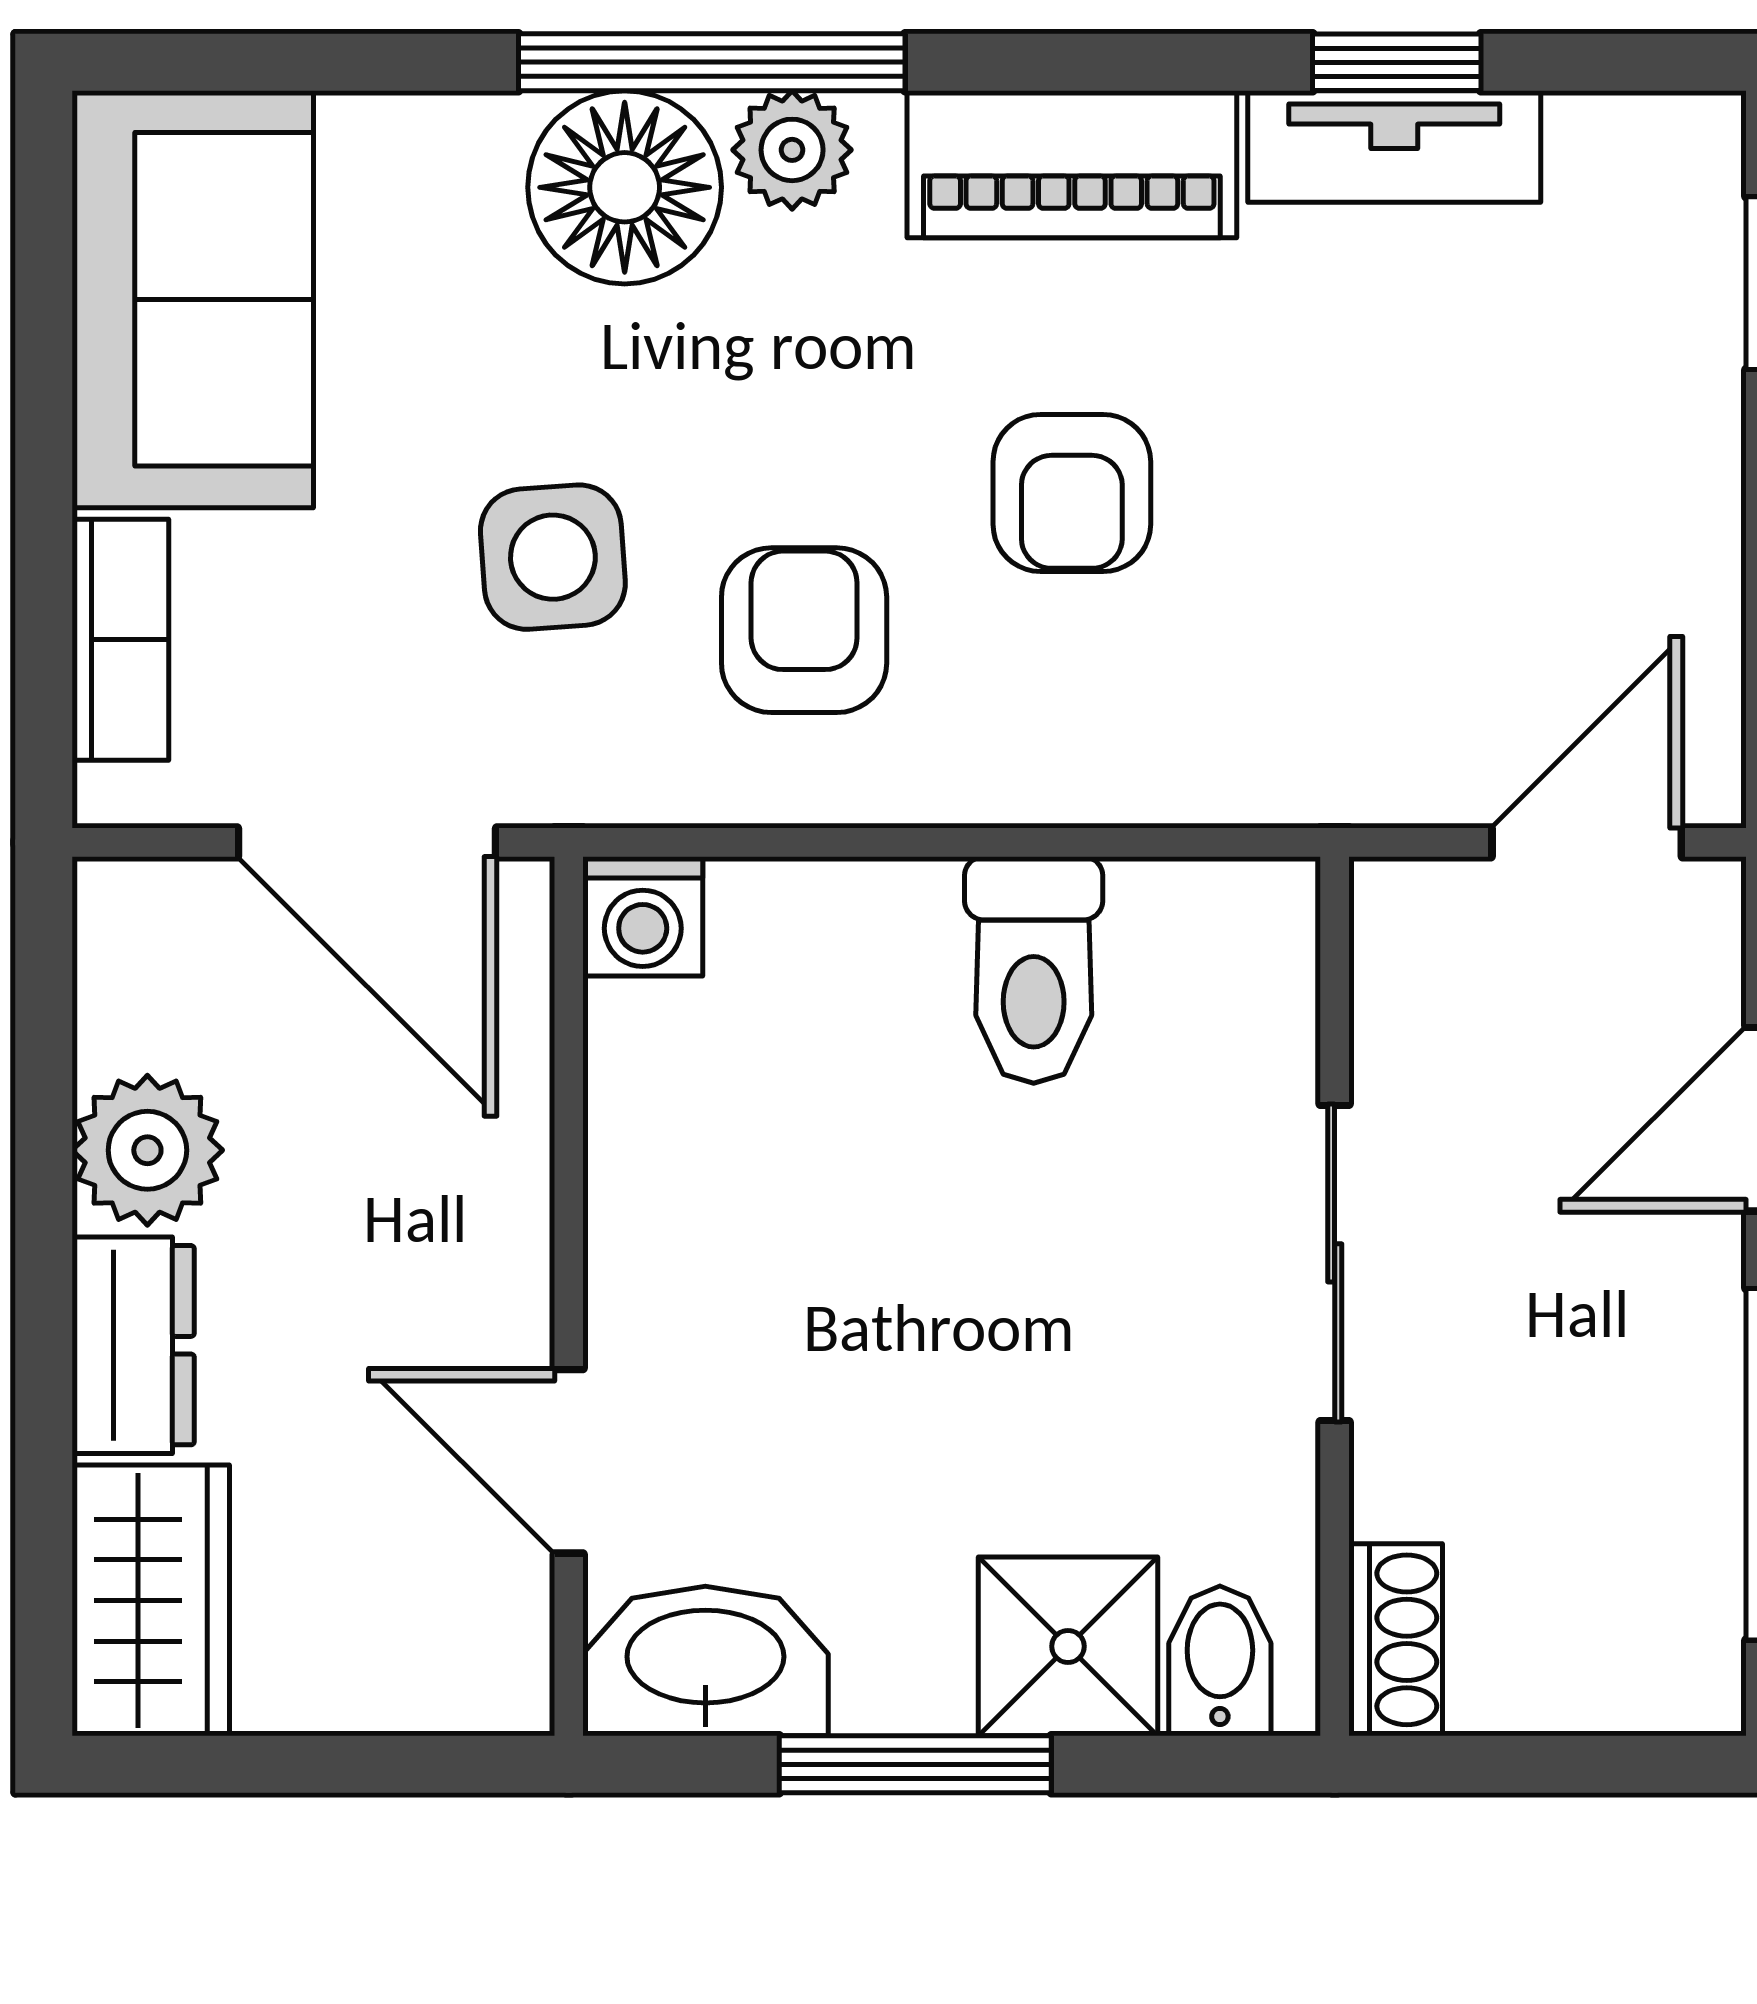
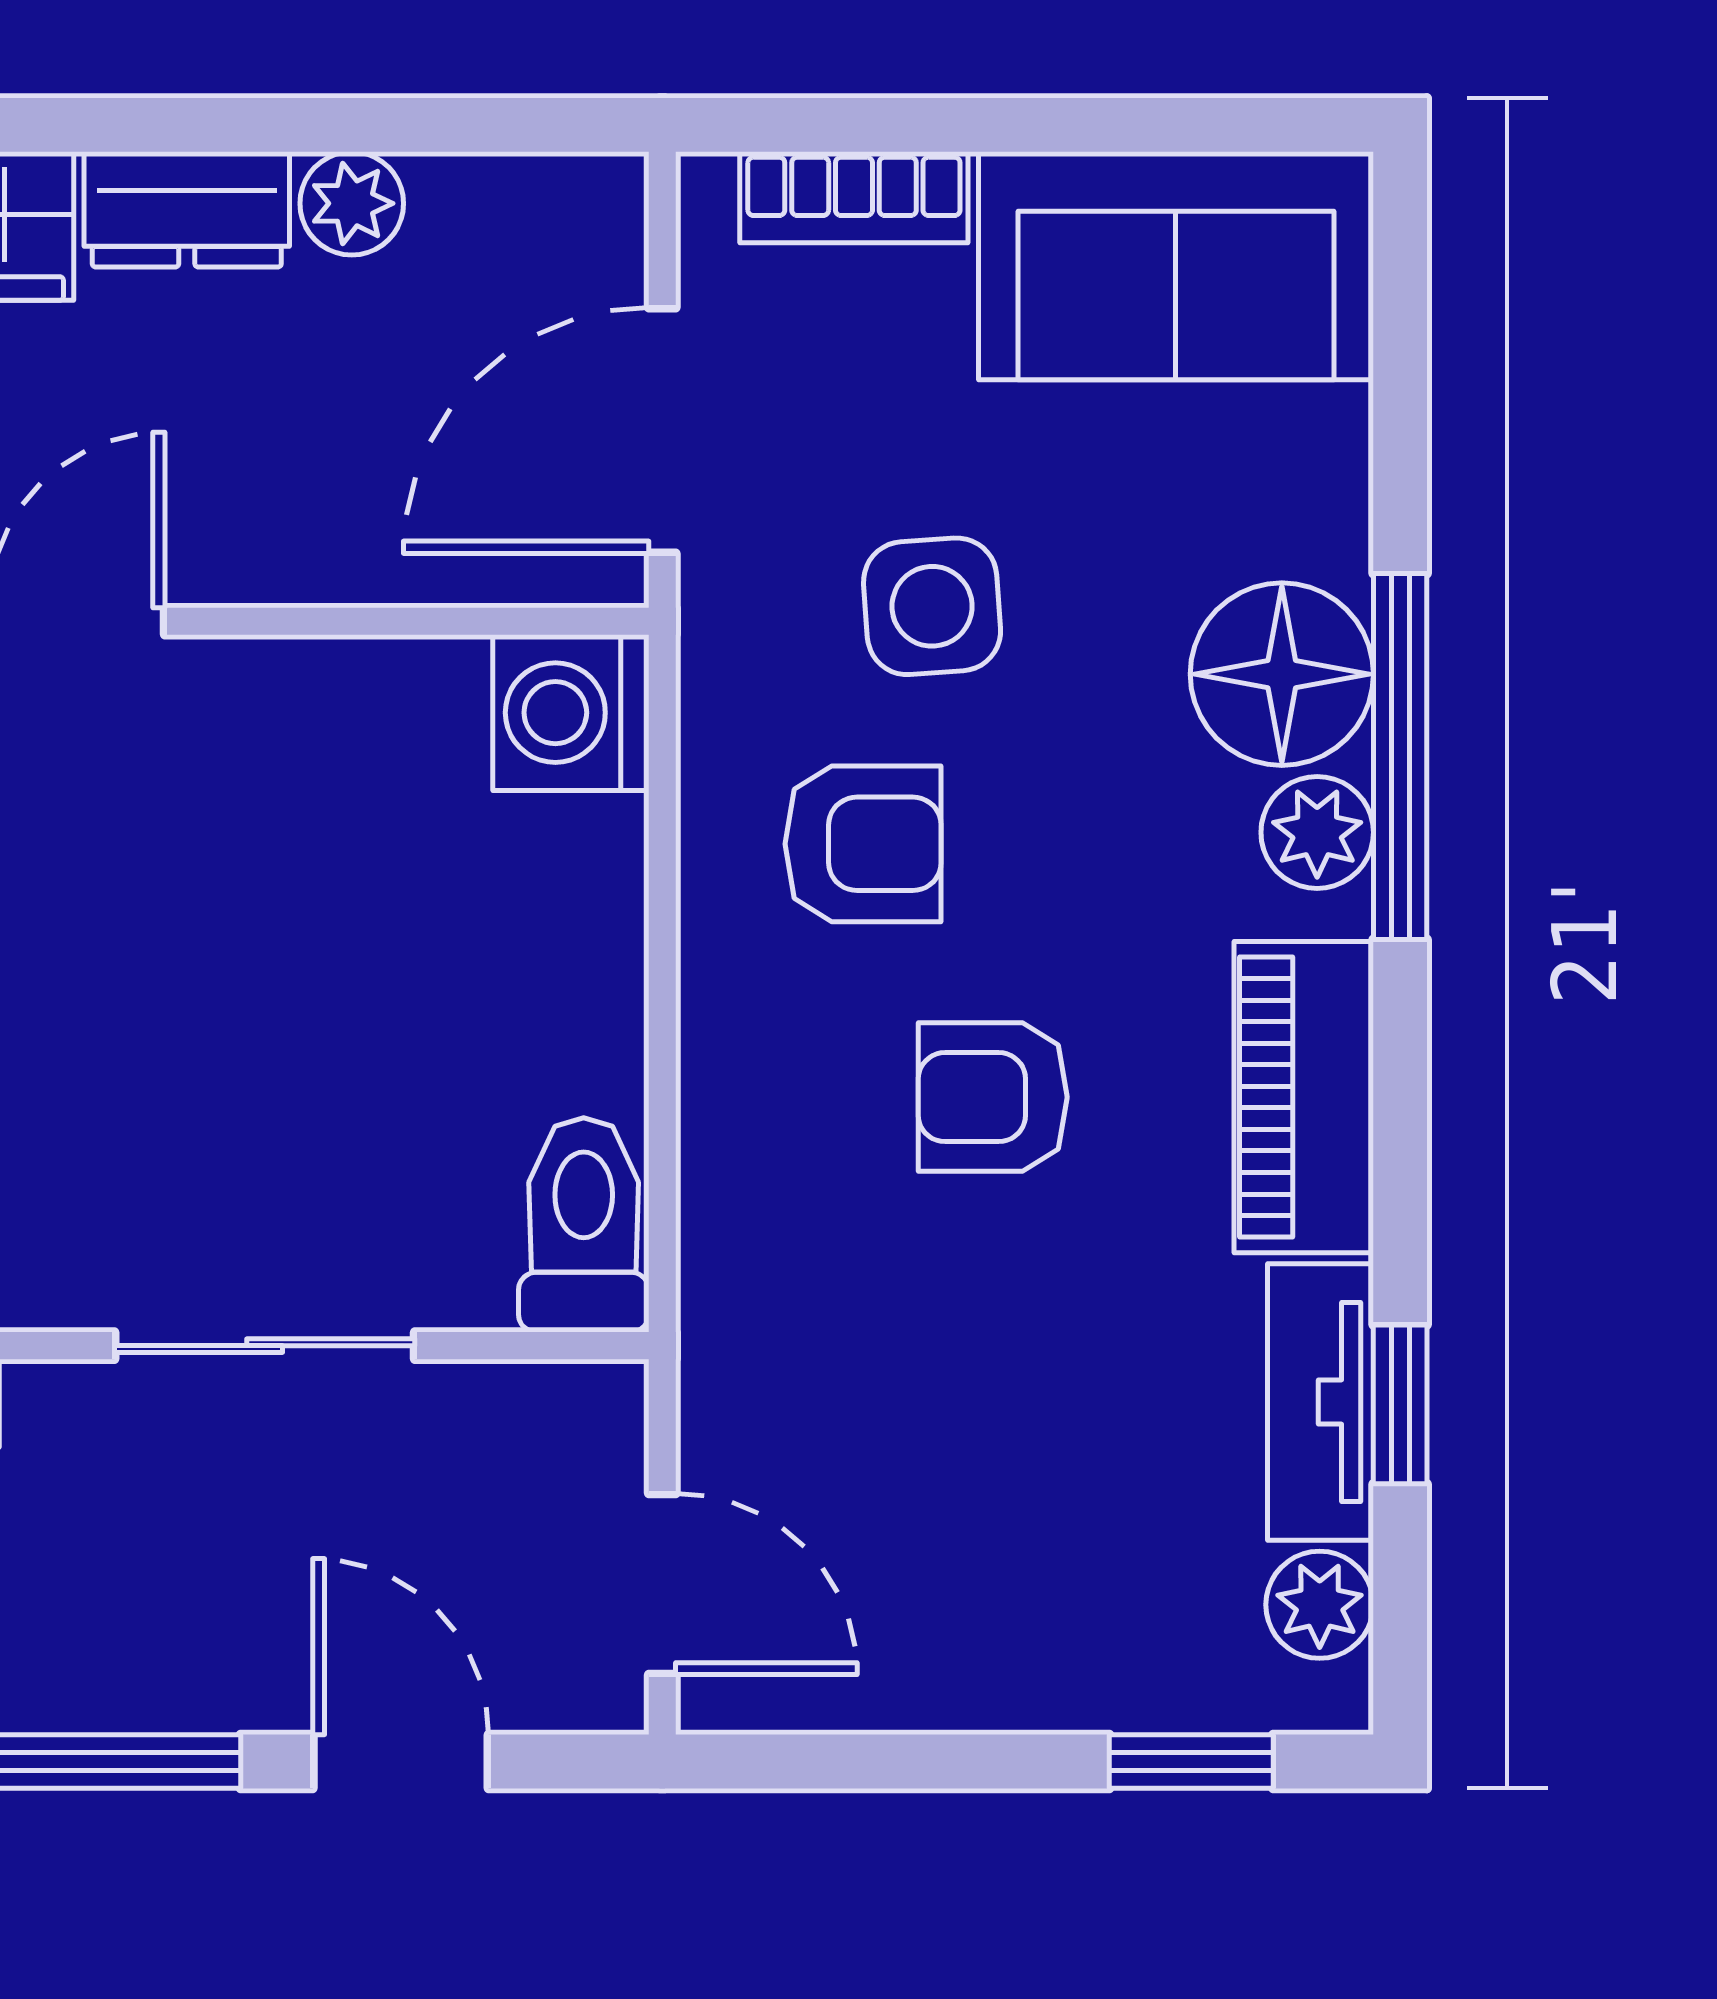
plant: (1609, 147) -> (1320, 1605), added
washing machine: (643, 916) -> (571, 713), width x1.38, depth x1.38
toilet: (1034, 970) -> (584, 1225), moved, turned 90
plant: (147, 1150) -> (352, 203), width x0.73, depth x0.73

